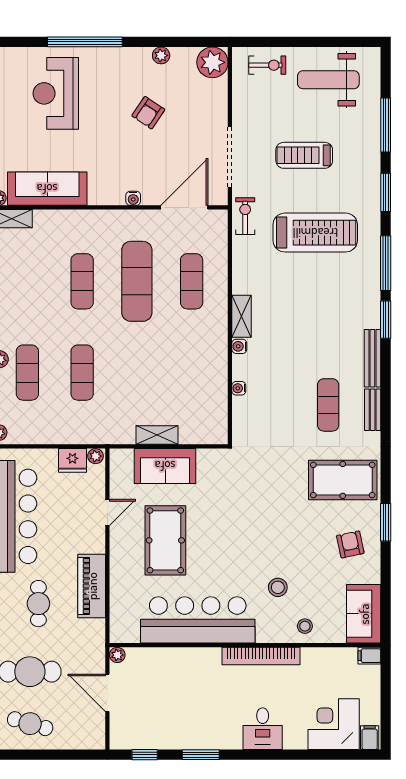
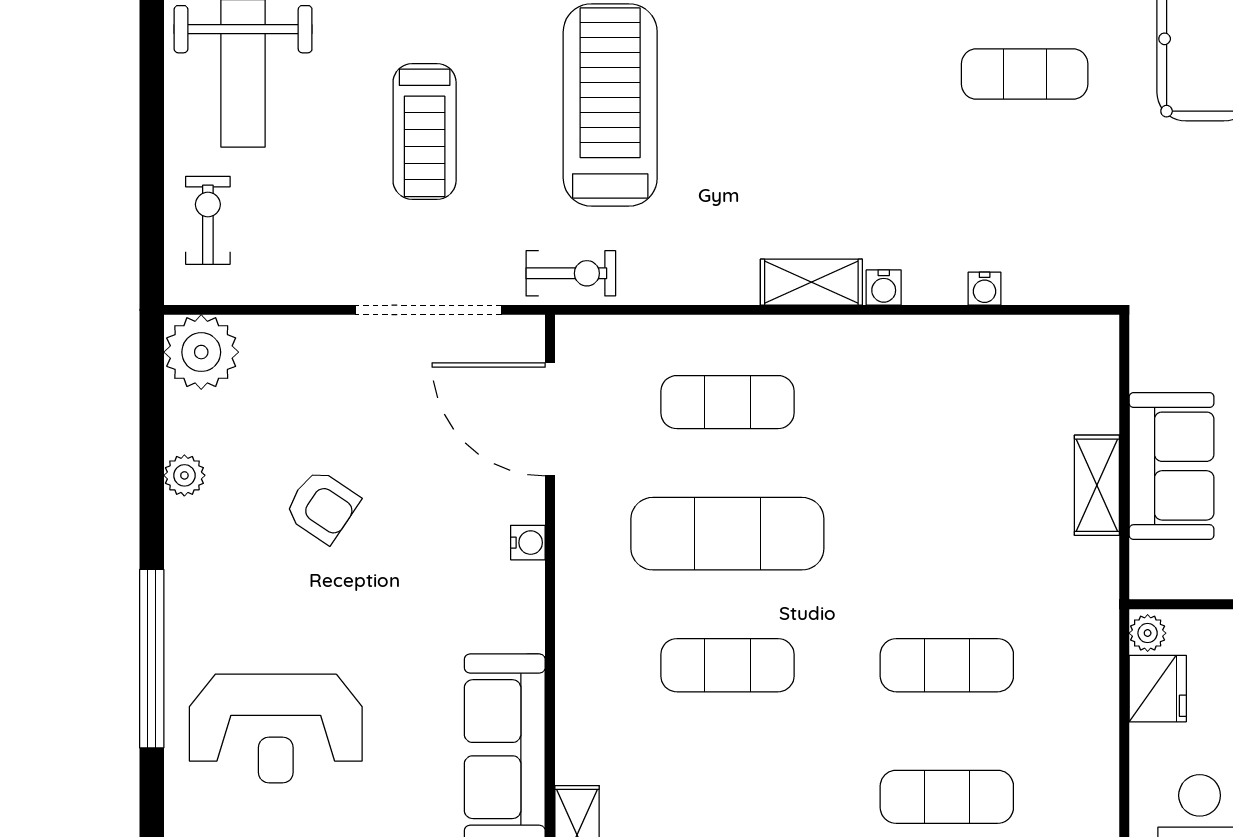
exercise bike: (245, 216) -> (571, 273), turned 180

